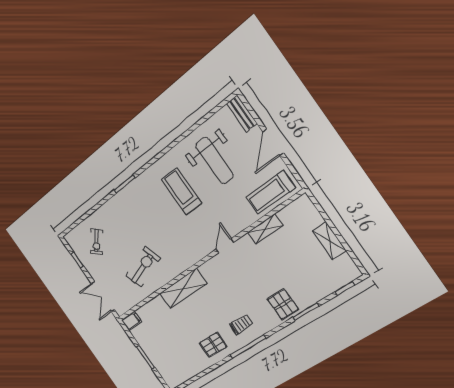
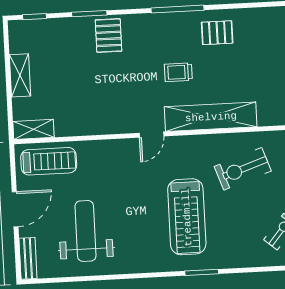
treadmill: (182, 191) -> (187, 217), moved, width x1.37, depth x1.38
shelving: (265, 229) -> (34, 129), moved
door: (225, 246) -> (152, 135), moved
shelving: (183, 289) -> (211, 117), width x1.47
trolley: (241, 325) -> (178, 72), moved

